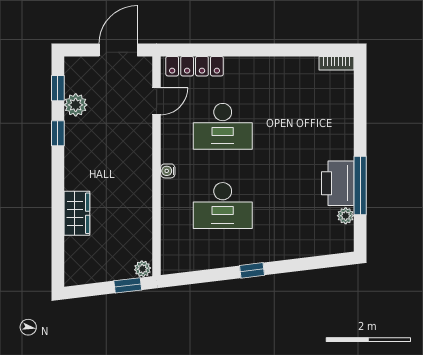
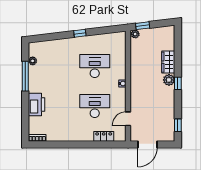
locker: (195, 66) -> (104, 136), width x0.66
plant: (76, 105) -> (169, 80), moved
window: (58, 133) -> (178, 83), moved
printer: (338, 183) -> (37, 104), moved

